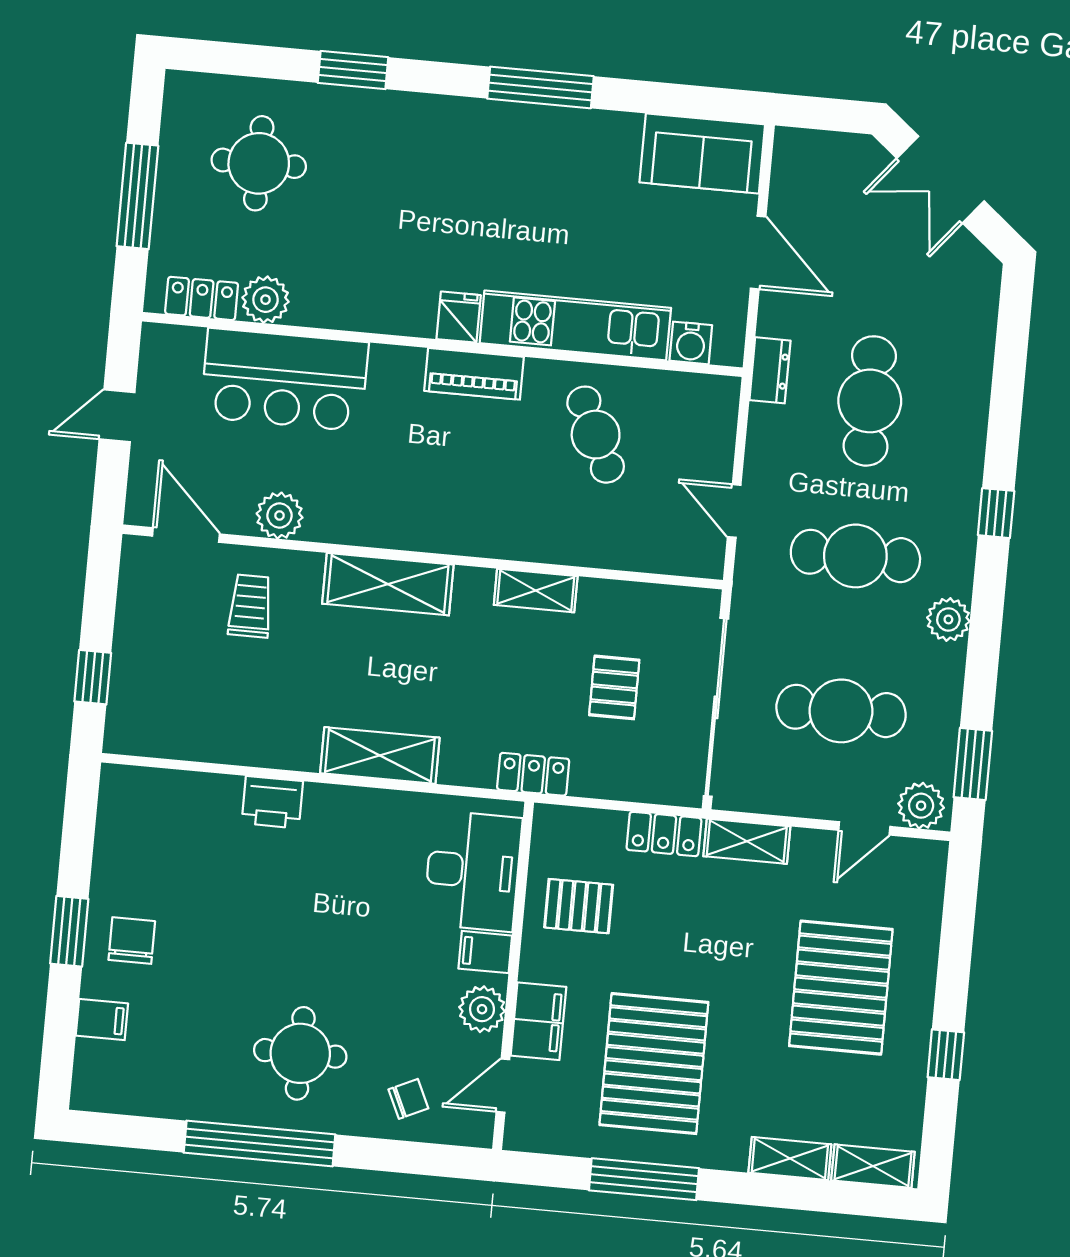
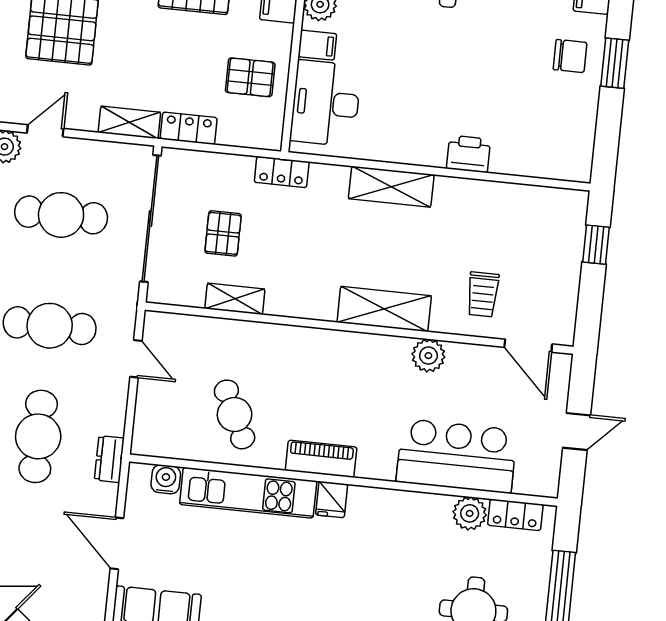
plant: (280, 515) -> (428, 356), moved
shelving: (536, 591) -> (235, 299), moved
chair: (132, 941) -> (570, 56), turned -90

